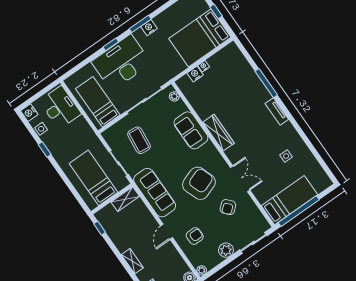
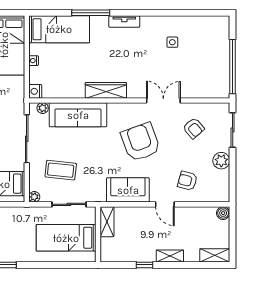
nightstand: (195, 74) -> (35, 91), moved
sofa: (191, 130) -> (78, 115), width x1.36
sofa: (155, 193) -> (128, 190), width x0.73
bed: (289, 200) -> (59, 29), moved, turned 90
armchair: (228, 207) -> (194, 128), moved
window: (100, 228) -> (144, 265), moved
armchair: (195, 236) -> (187, 181), turned -75
plant: (202, 270) -> (34, 197), moved

